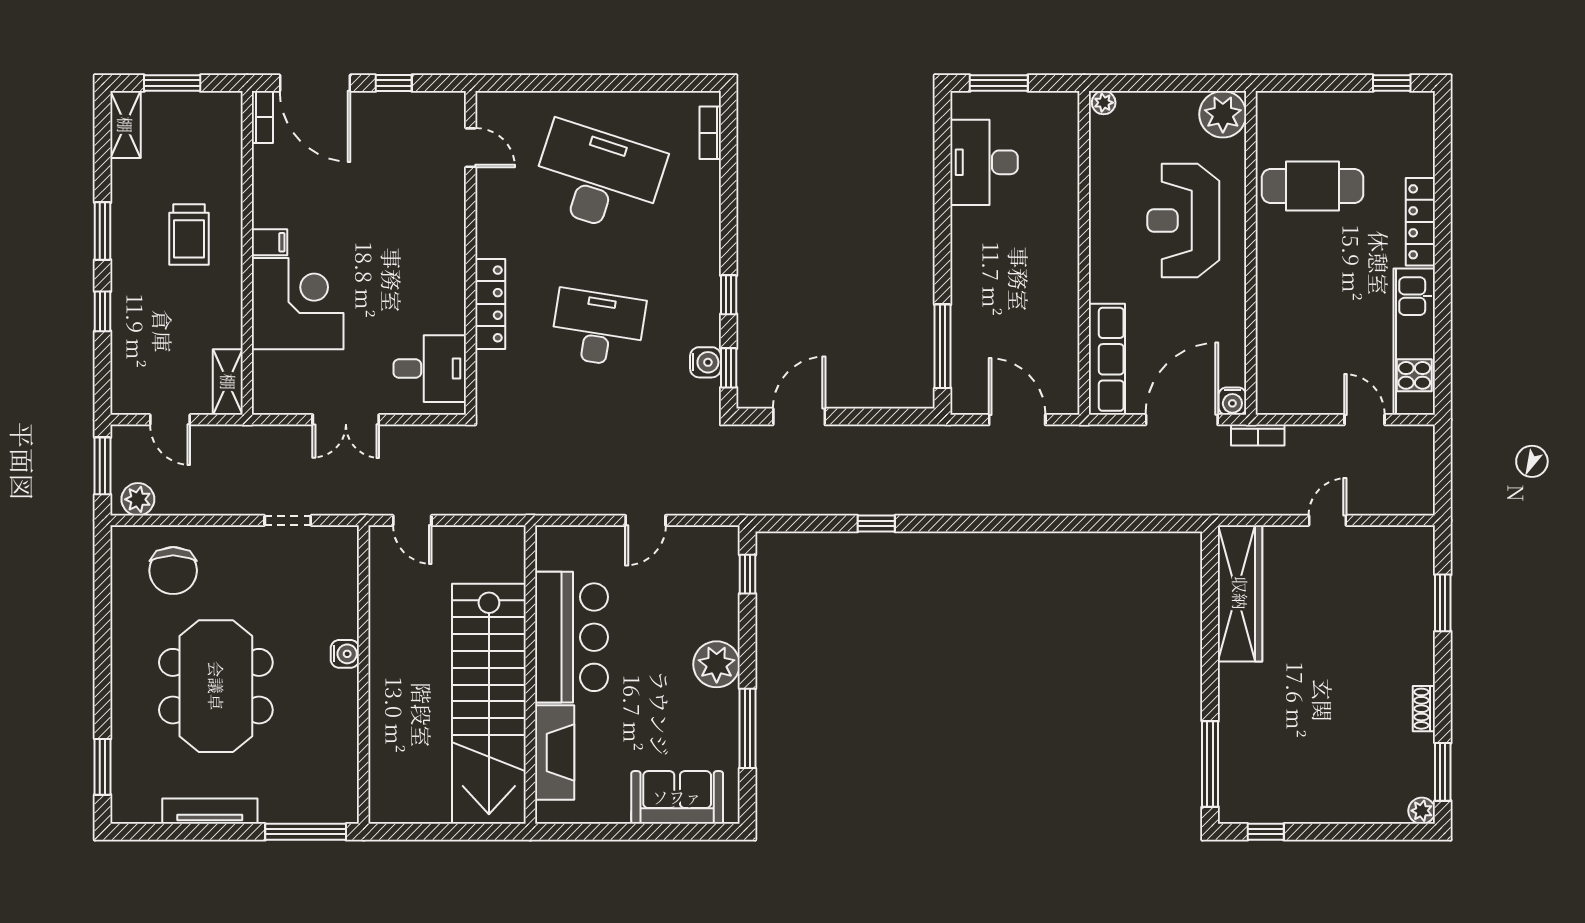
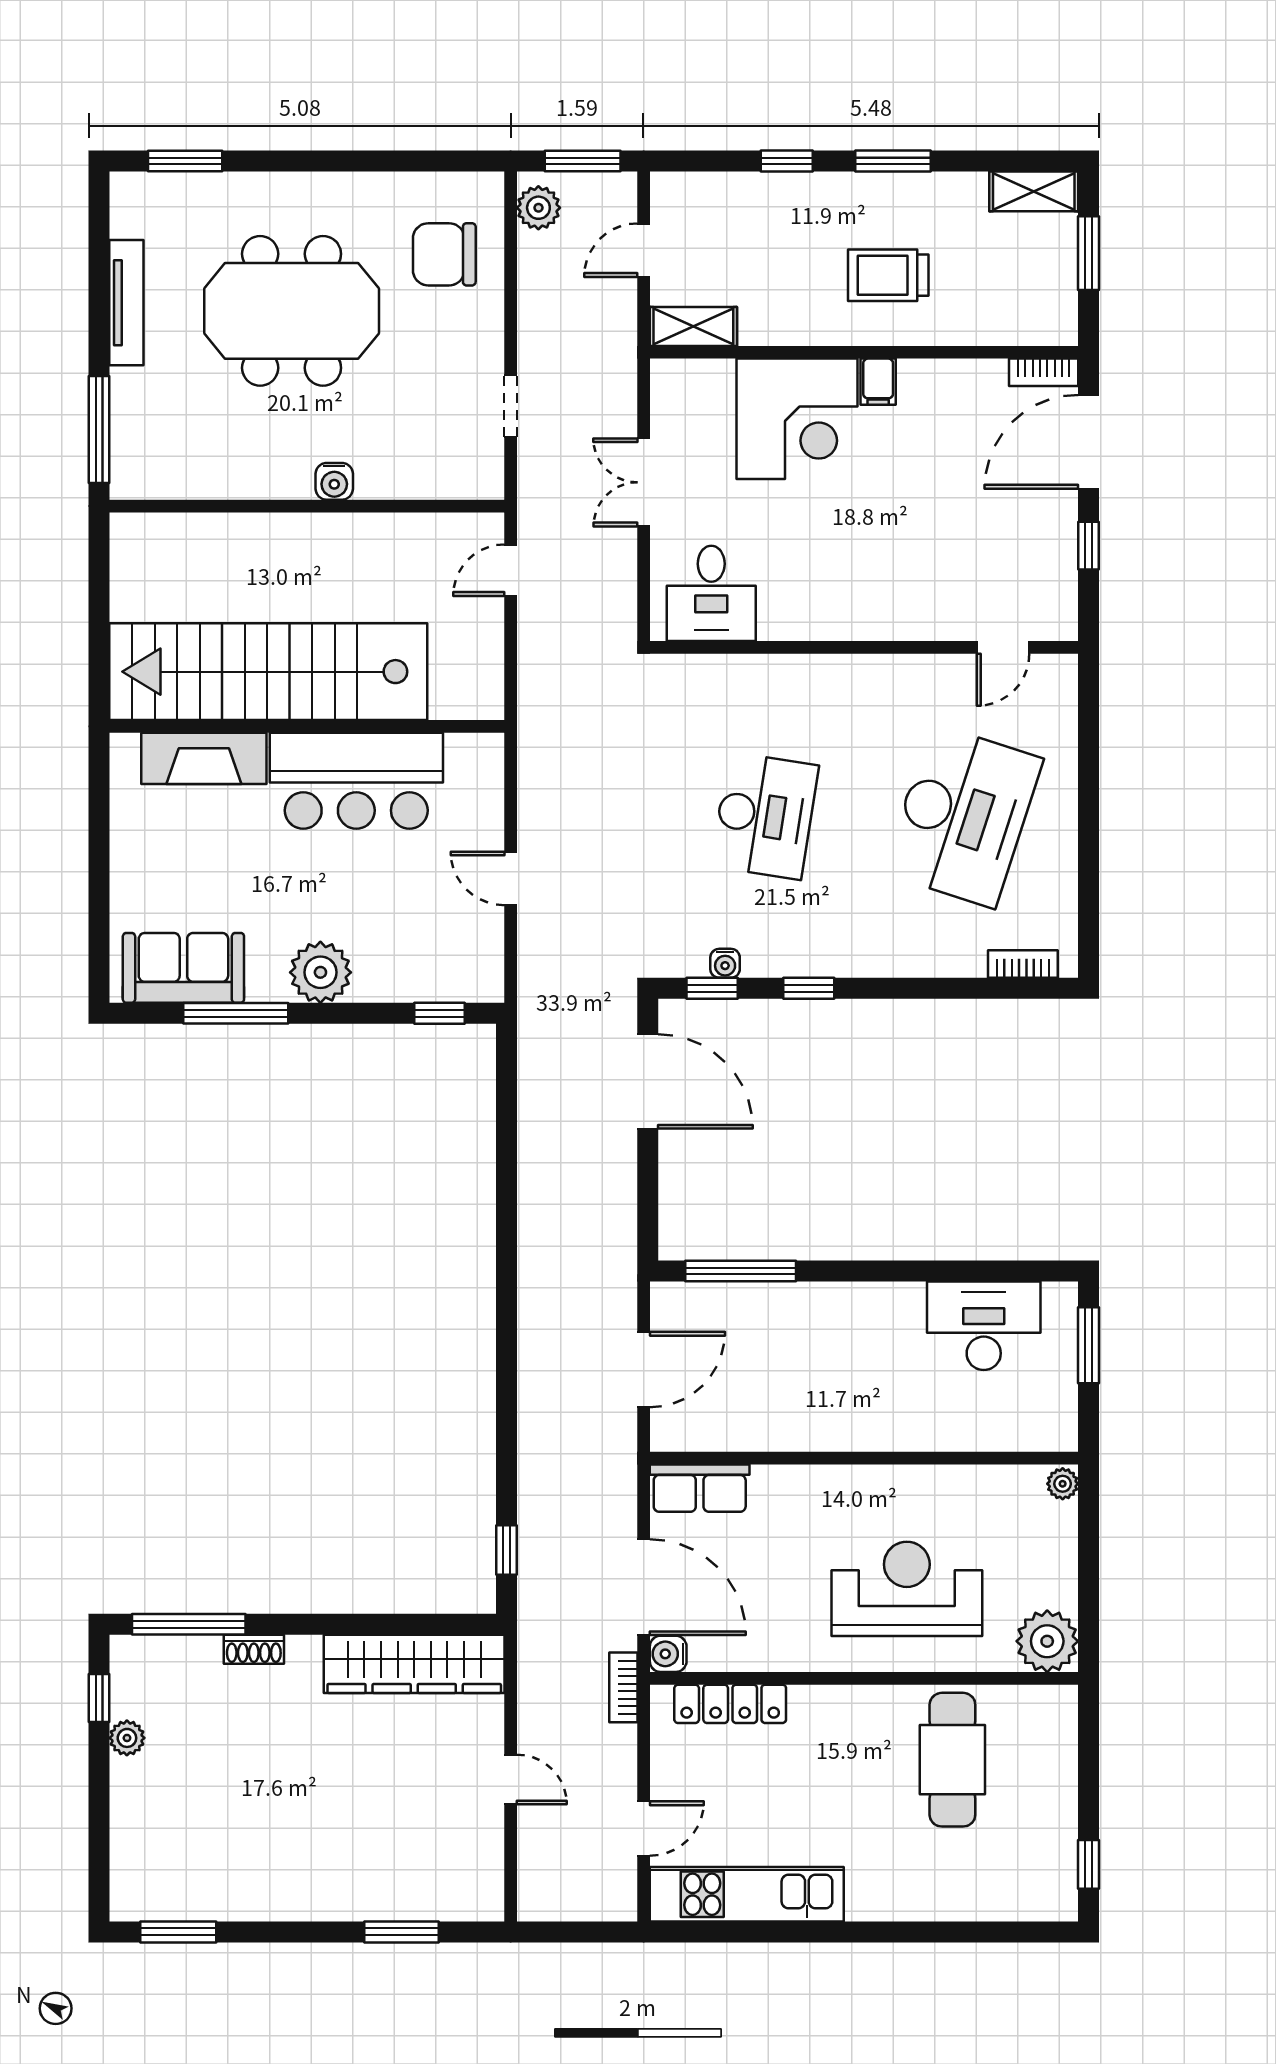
locker: (1420, 222) -> (730, 1704), moved, turned 180
locker: (490, 304) -> (797, 673), removed
row of seats: (1107, 359) -> (700, 1488), width x0.68
water cooler: (706, 362) -> (725, 963), width x0.72, depth x0.72
door: (799, 417) -> (648, 1081), width x1.36
window: (876, 524) -> (506, 1550), moved
shoe rack: (1424, 709) -> (254, 1649), moved, turned 180
sofa: (677, 797) -> (183, 968), moved, turned -90
plant: (1422, 811) -> (127, 1738), moved

